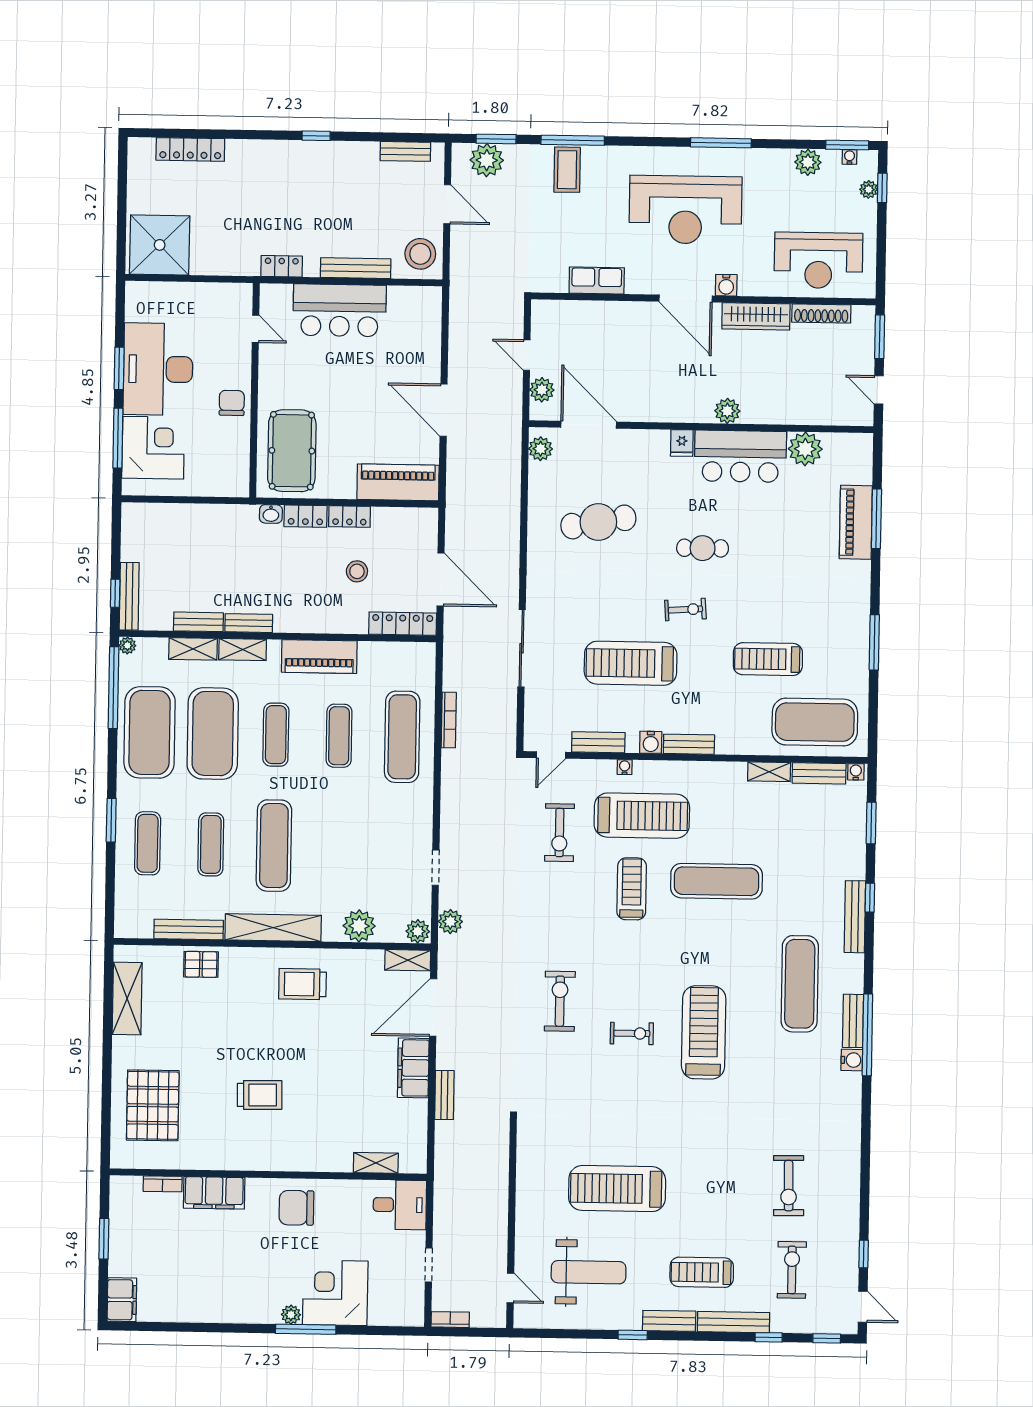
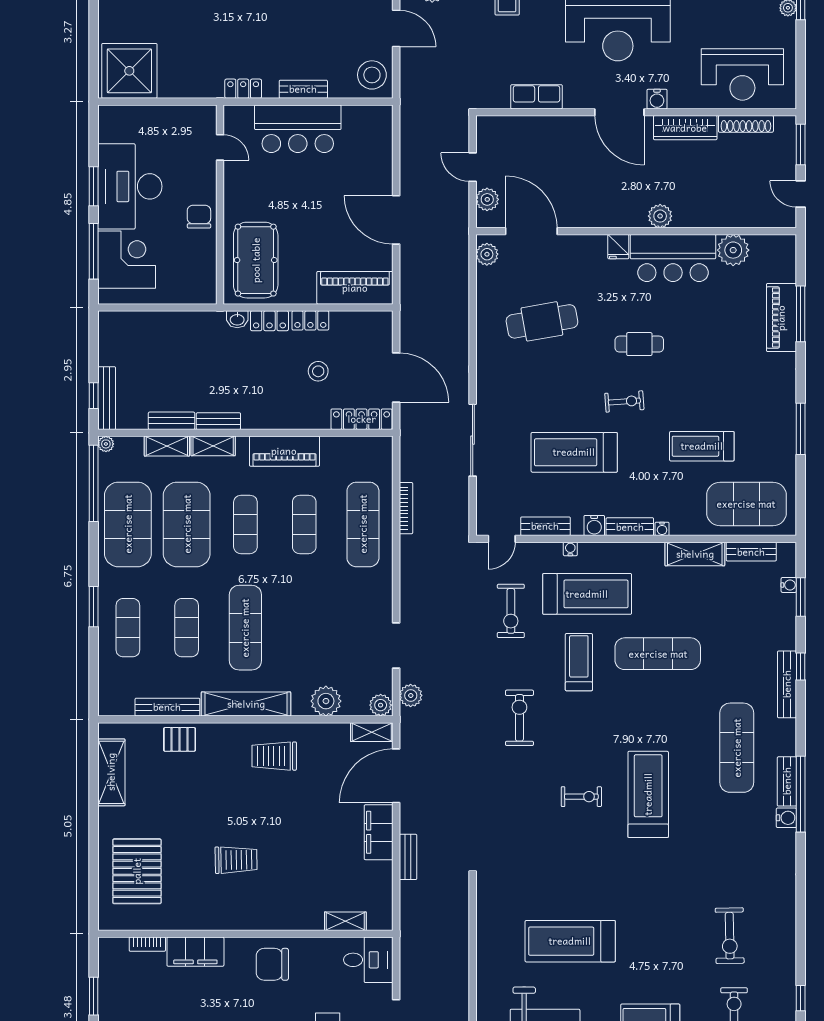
bench: (356, 268) -> (303, 89), width x0.73
water cooler: (724, 747) -> (662, 529), added
shelving: (769, 772) -> (695, 554), width x1.50, depth x1.33
water cooler: (856, 772) -> (789, 585), moved, turned 90
doorway: (436, 868) -> (396, 646), width x1.38
exercise bike: (560, 1001) -> (519, 718), moved

